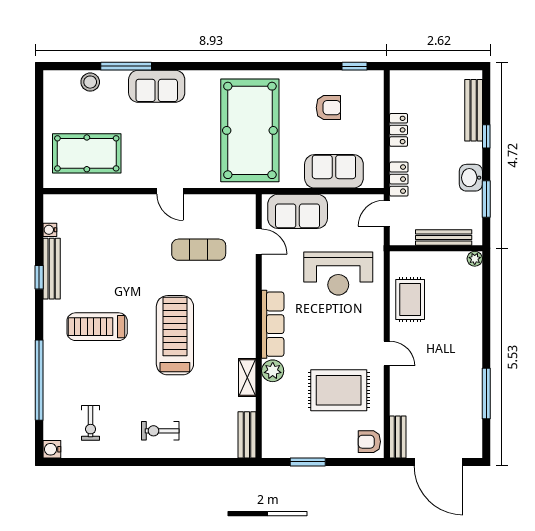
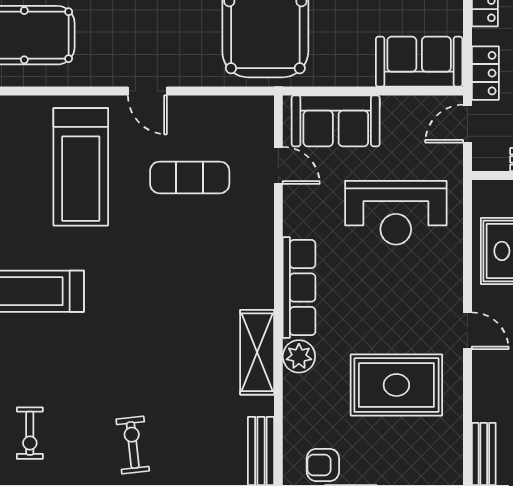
sofa: (334, 171) -> (419, 62), moved
treadmill: (175, 335) -> (81, 167), moved, turned 180
shelving: (247, 378) -> (257, 352), width x1.50, depth x1.33
exercise bike: (160, 431) -> (133, 445), turned 84
armchair: (369, 442) -> (323, 465), moved

